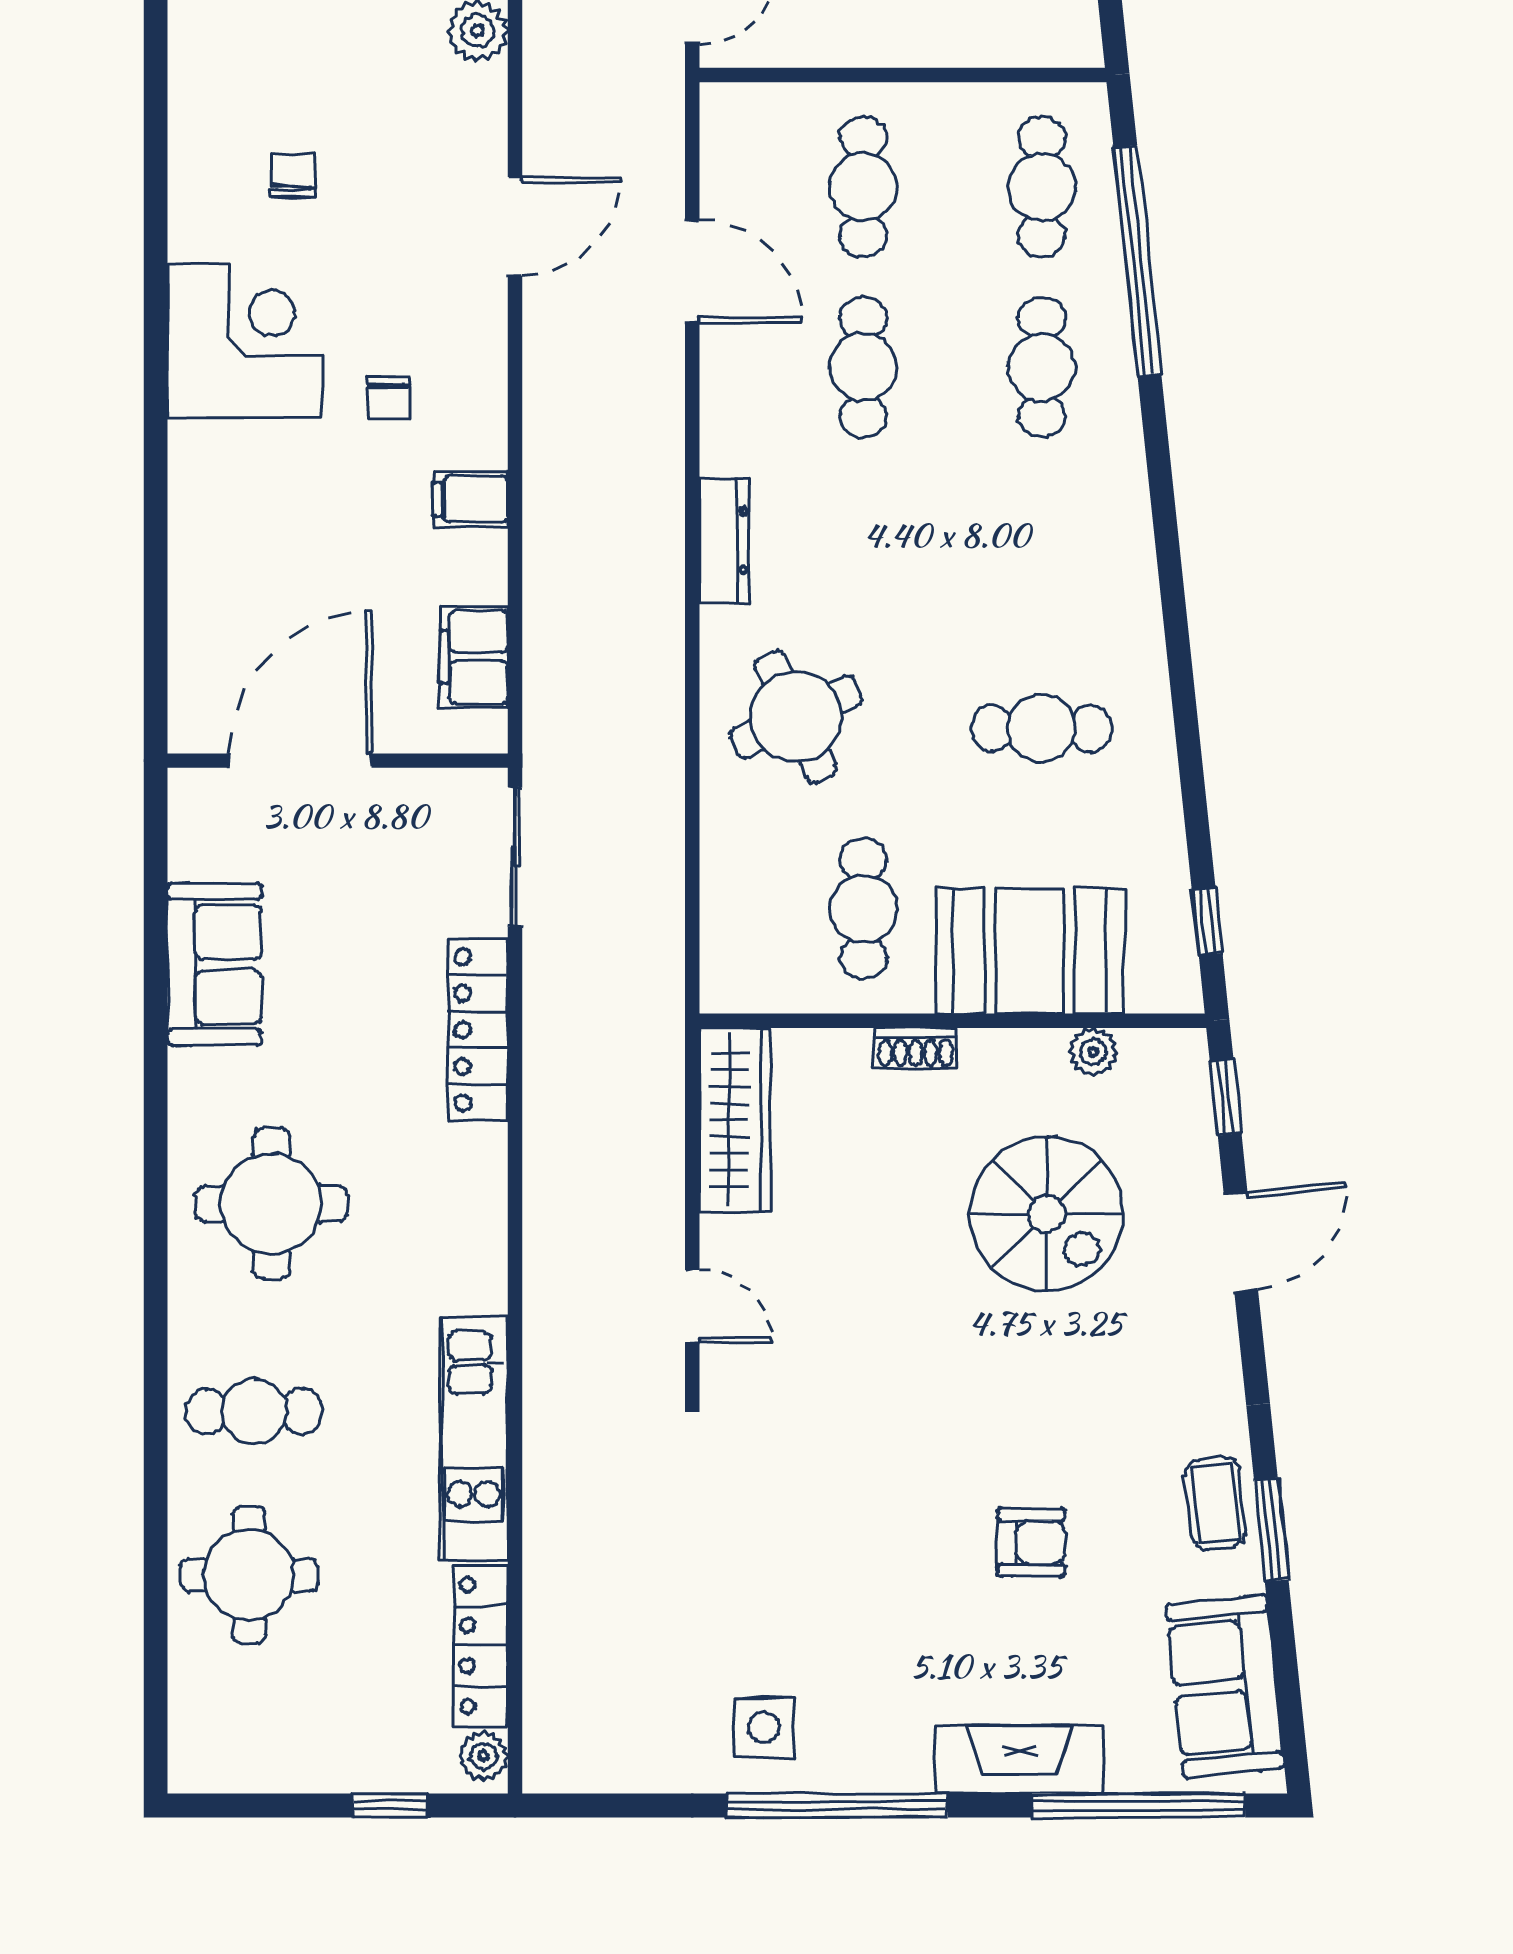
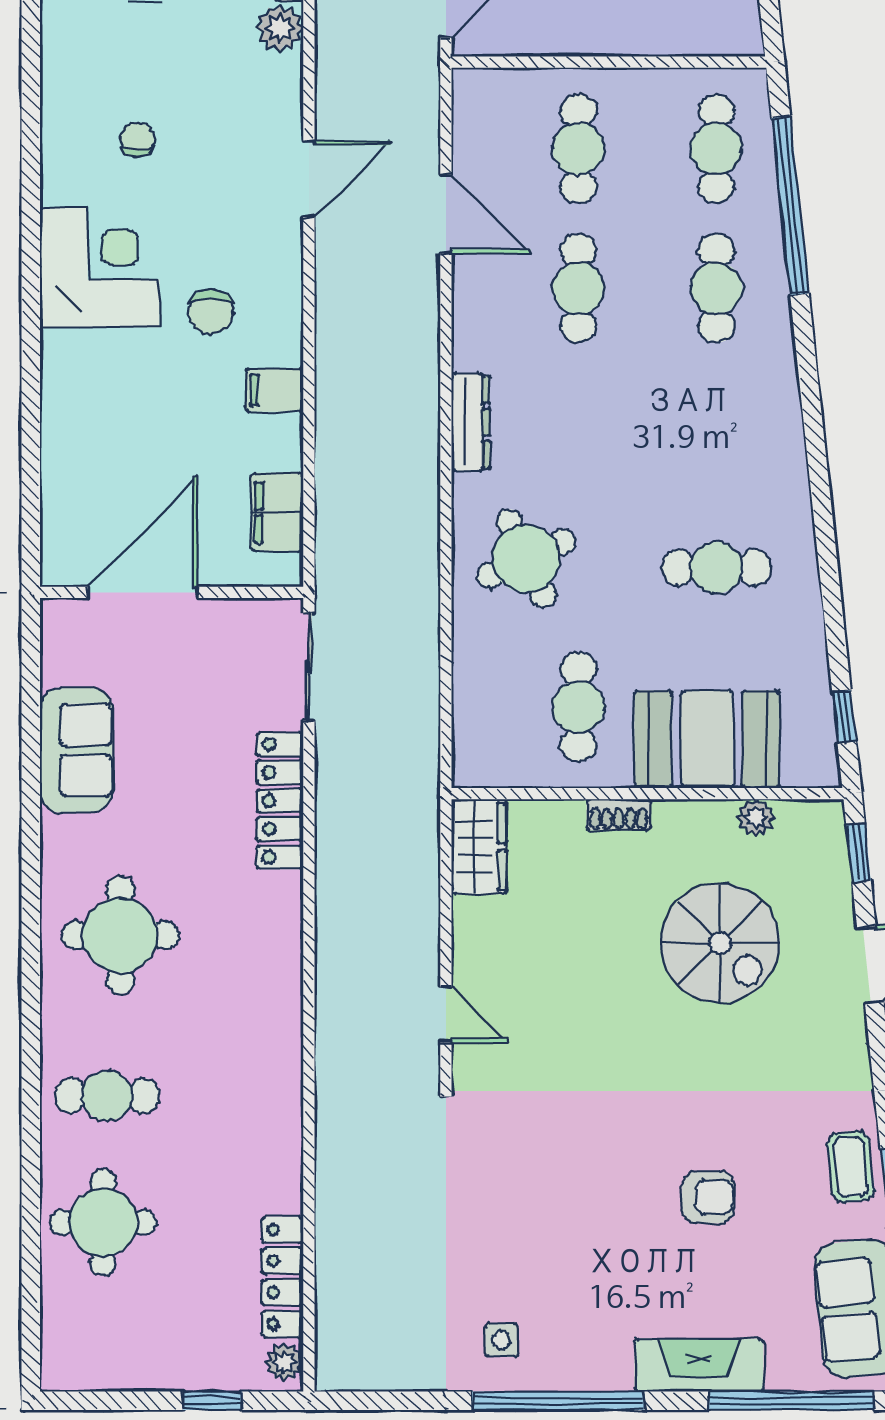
chair: (388, 398) -> (211, 312), width x1.37, depth x1.37
wardrobe: (735, 1120) -> (479, 847), width x0.67
kitchen unit: (474, 1438) -> (277, 1116), removed
side table: (764, 1727) -> (501, 1340), width x0.73, depth x0.73

